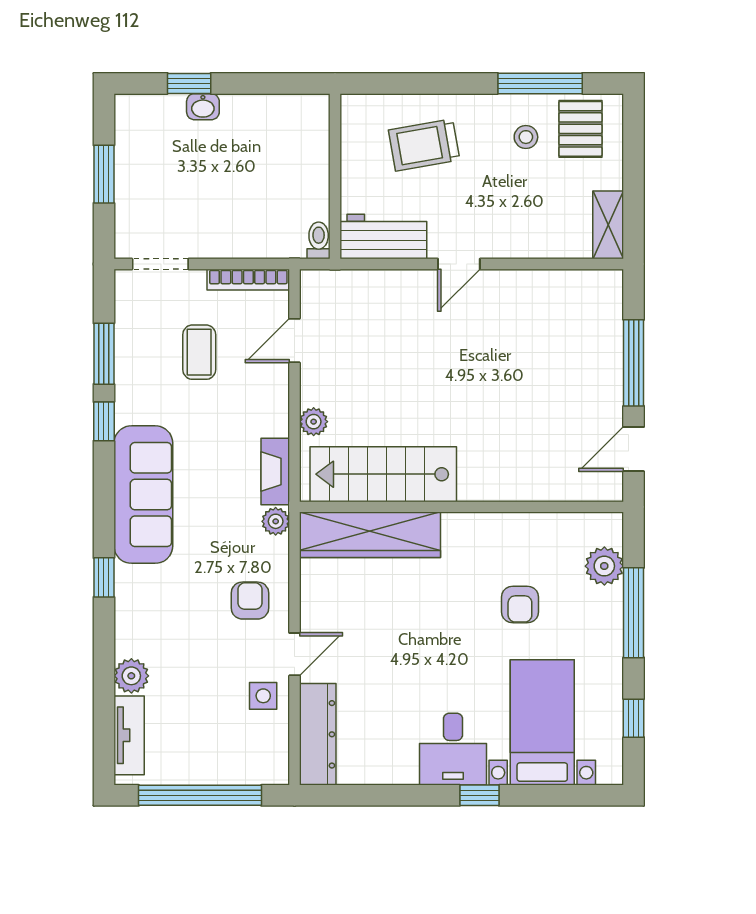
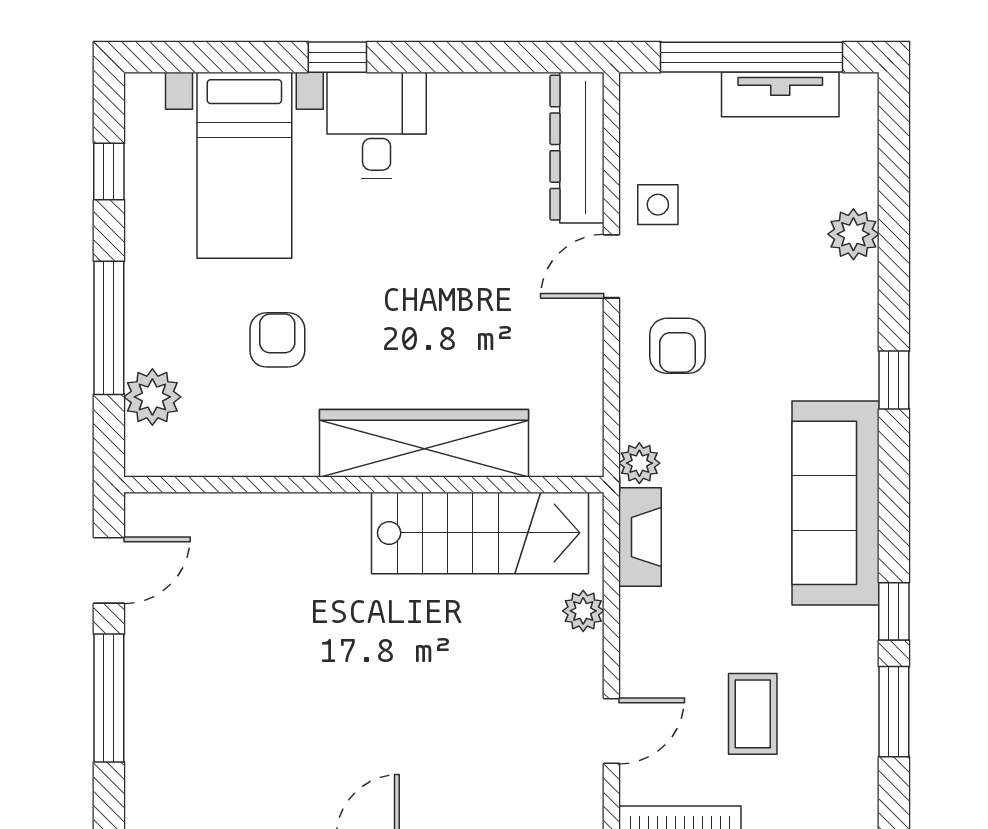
wardrobe: (370, 535) -> (424, 443), moved
tv unit: (129, 735) -> (780, 94), moved, turned -90

